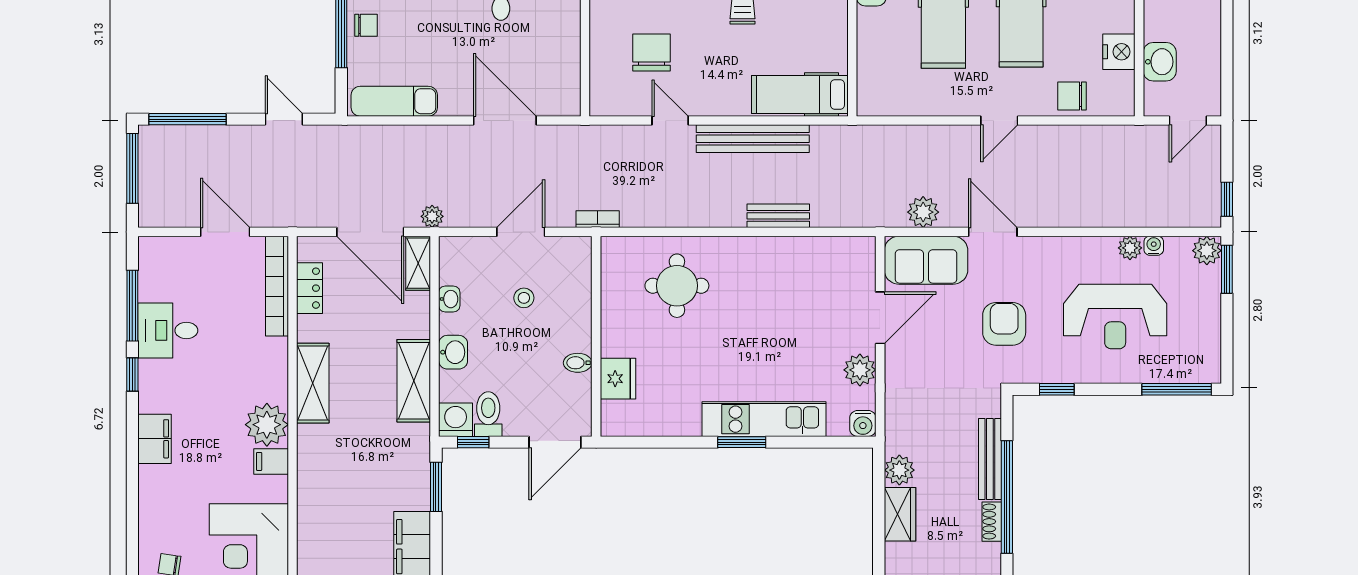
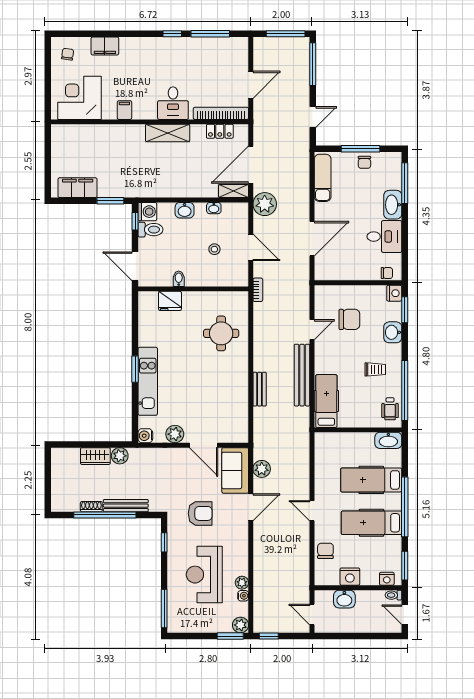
plant: (432, 216) -> (265, 204), width x1.88, depth x1.88
desk: (168, 330) -> (173, 103), moved, turned 180
shelving: (414, 381) -> (169, 189), removed
plant: (267, 425) -> (145, 108), removed
filing cabinet: (155, 439) -> (105, 46), moved

